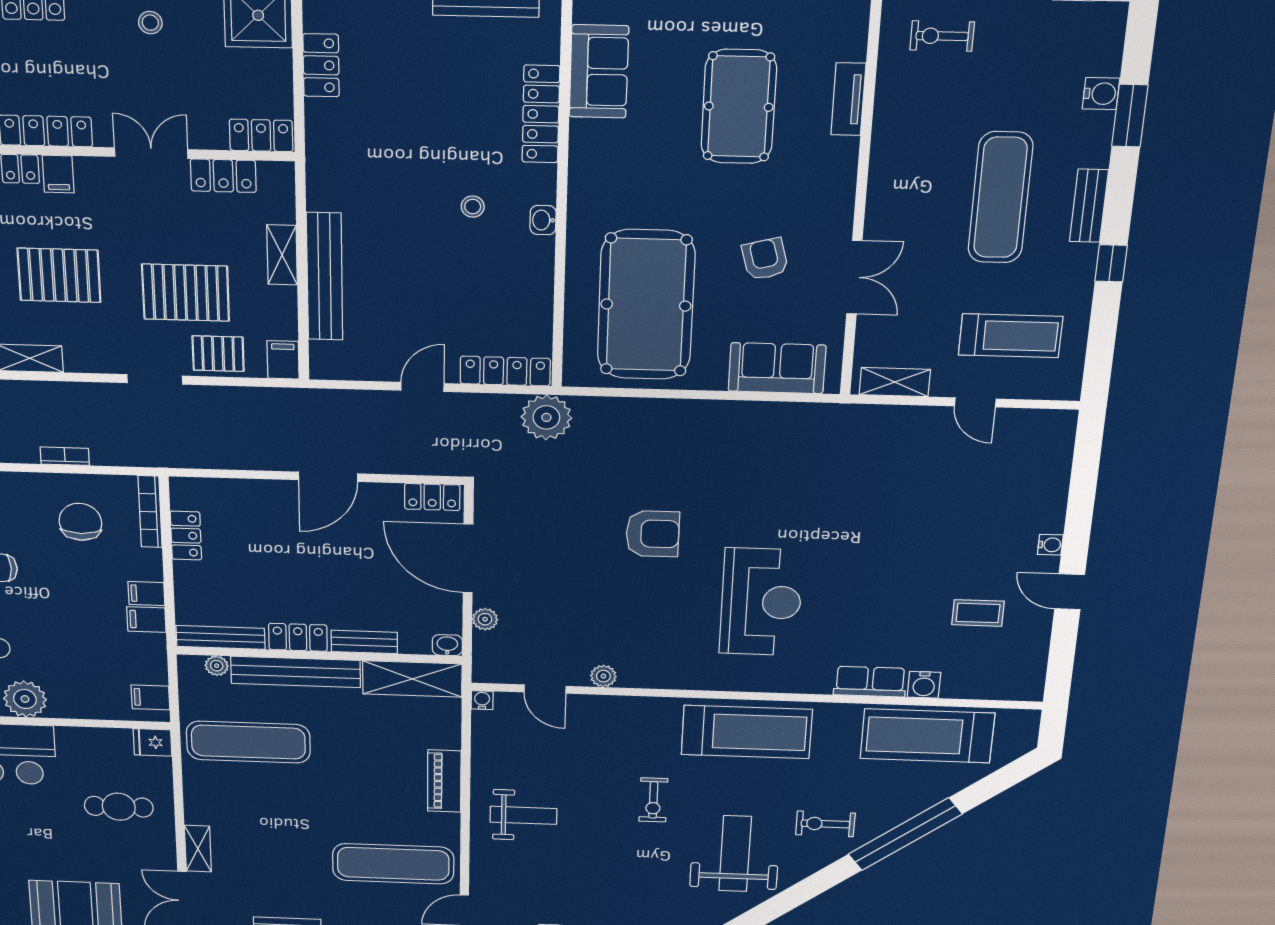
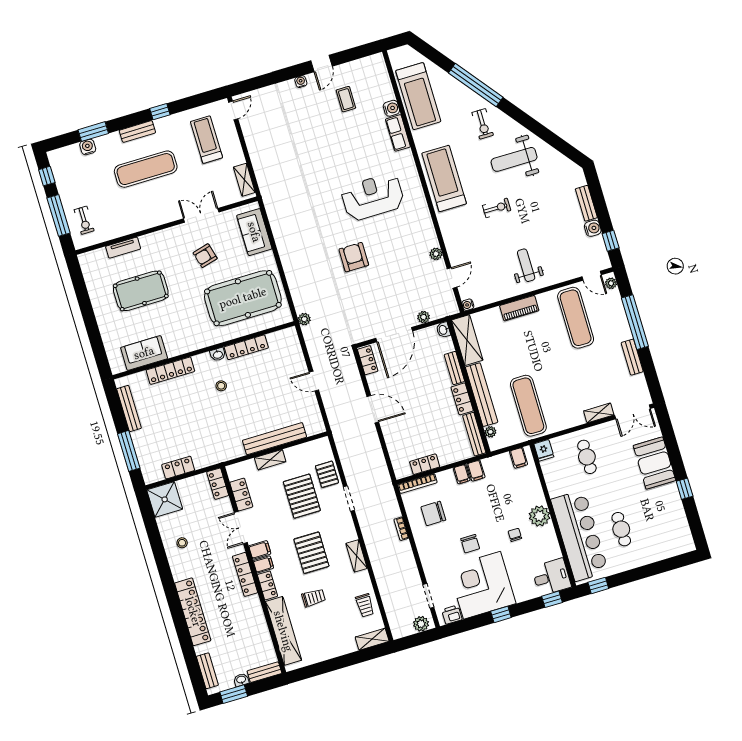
filing cabinet: (283, 360) -> (260, 550), moved, turned 180
locker: (505, 371) -> (246, 347), moved, turned -90
door: (975, 402) -> (233, 110), moved
plant: (546, 417) -> (304, 319), width x0.53, depth x0.53

